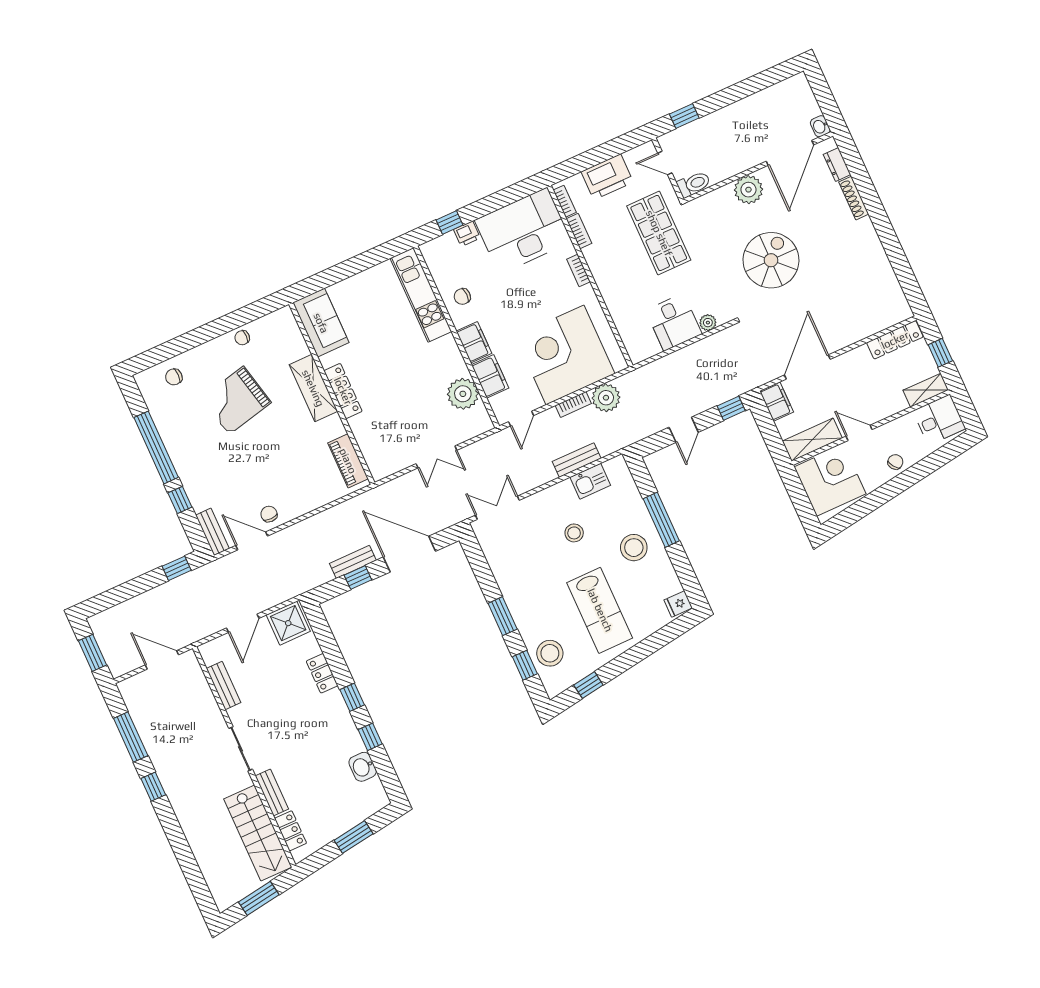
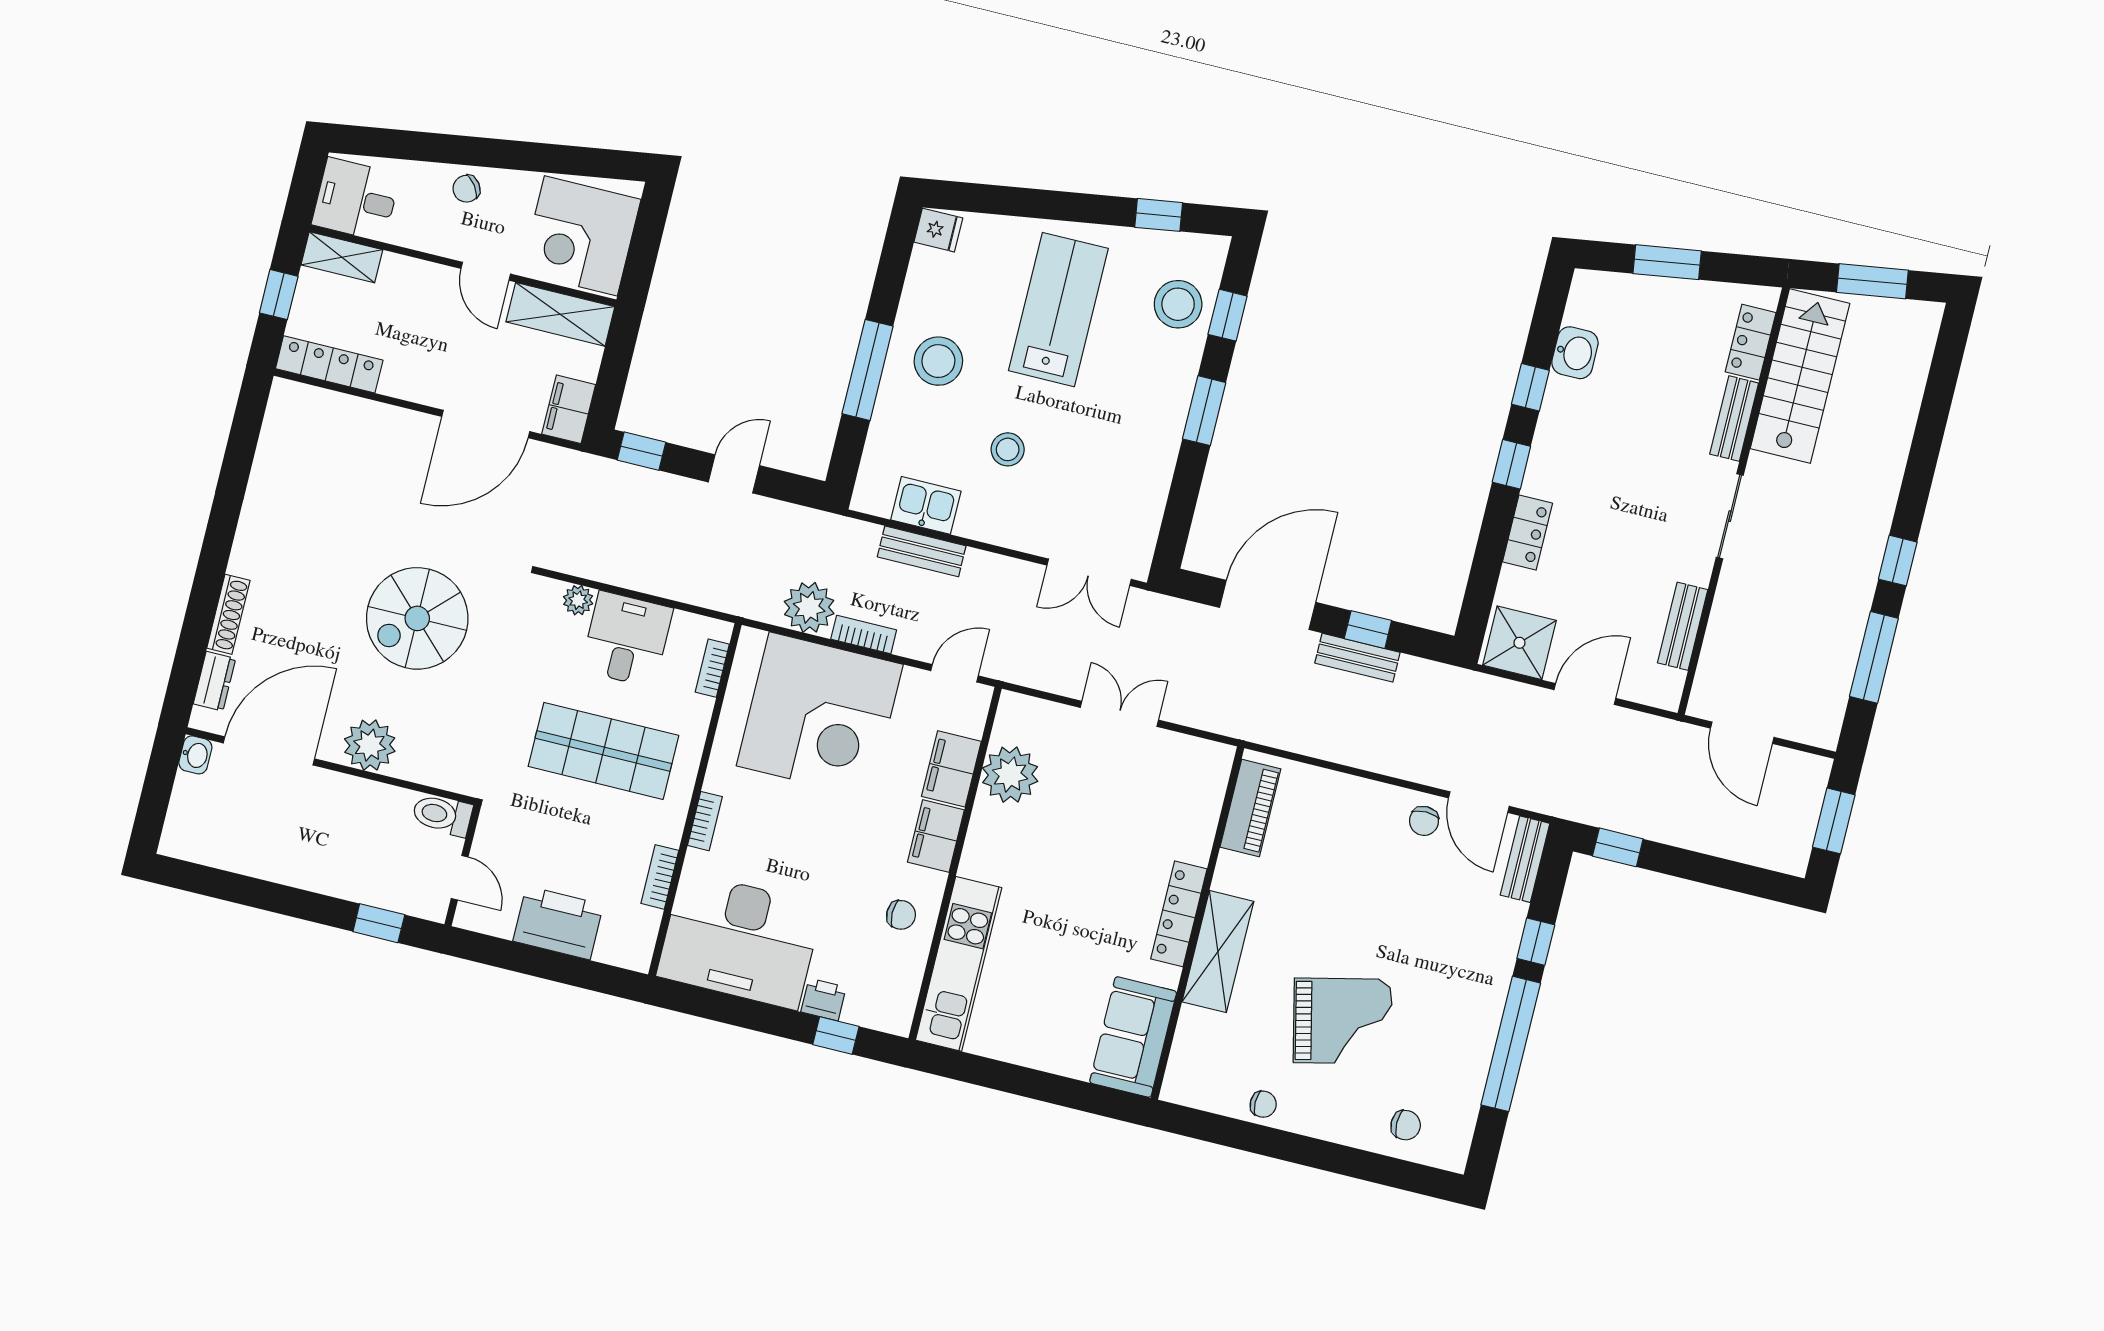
bookcase: (565, 201) -> (712, 668), moved
shop shelf: (659, 233) -> (603, 751), moved, turned 90
door: (409, 554) -> (1268, 605), swing flipped

